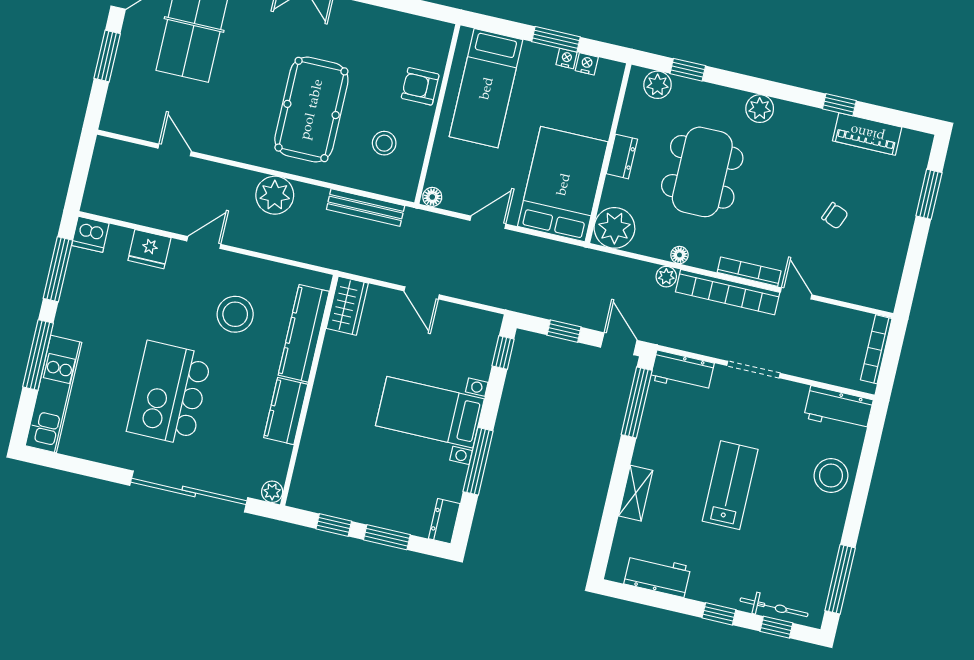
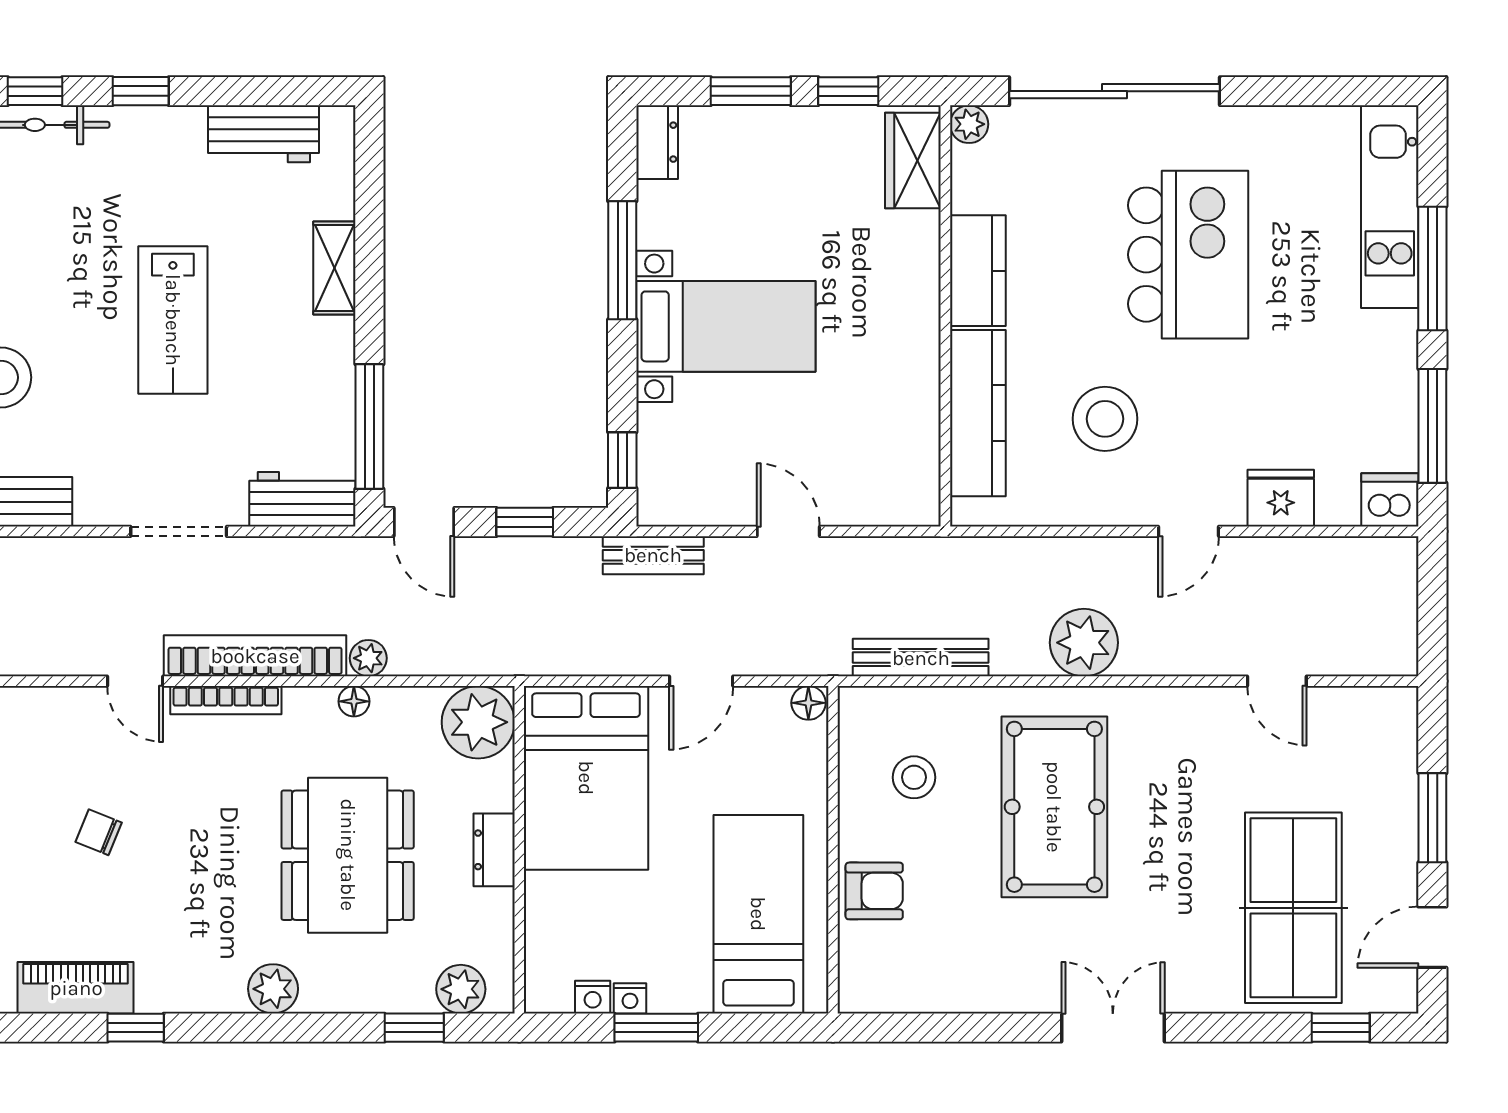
bench: (498, 297) -> (653, 555), added
wardrobe: (347, 306) -> (913, 161), moved

